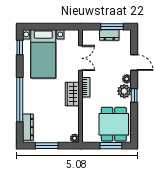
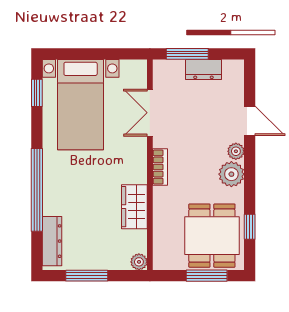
window: (112, 27) -> (187, 54), moved
double door: (80, 58) -> (150, 113), swing flipped
wardrobe: (72, 94) -> (134, 207), moved
window: (134, 96) -> (250, 227), moved

